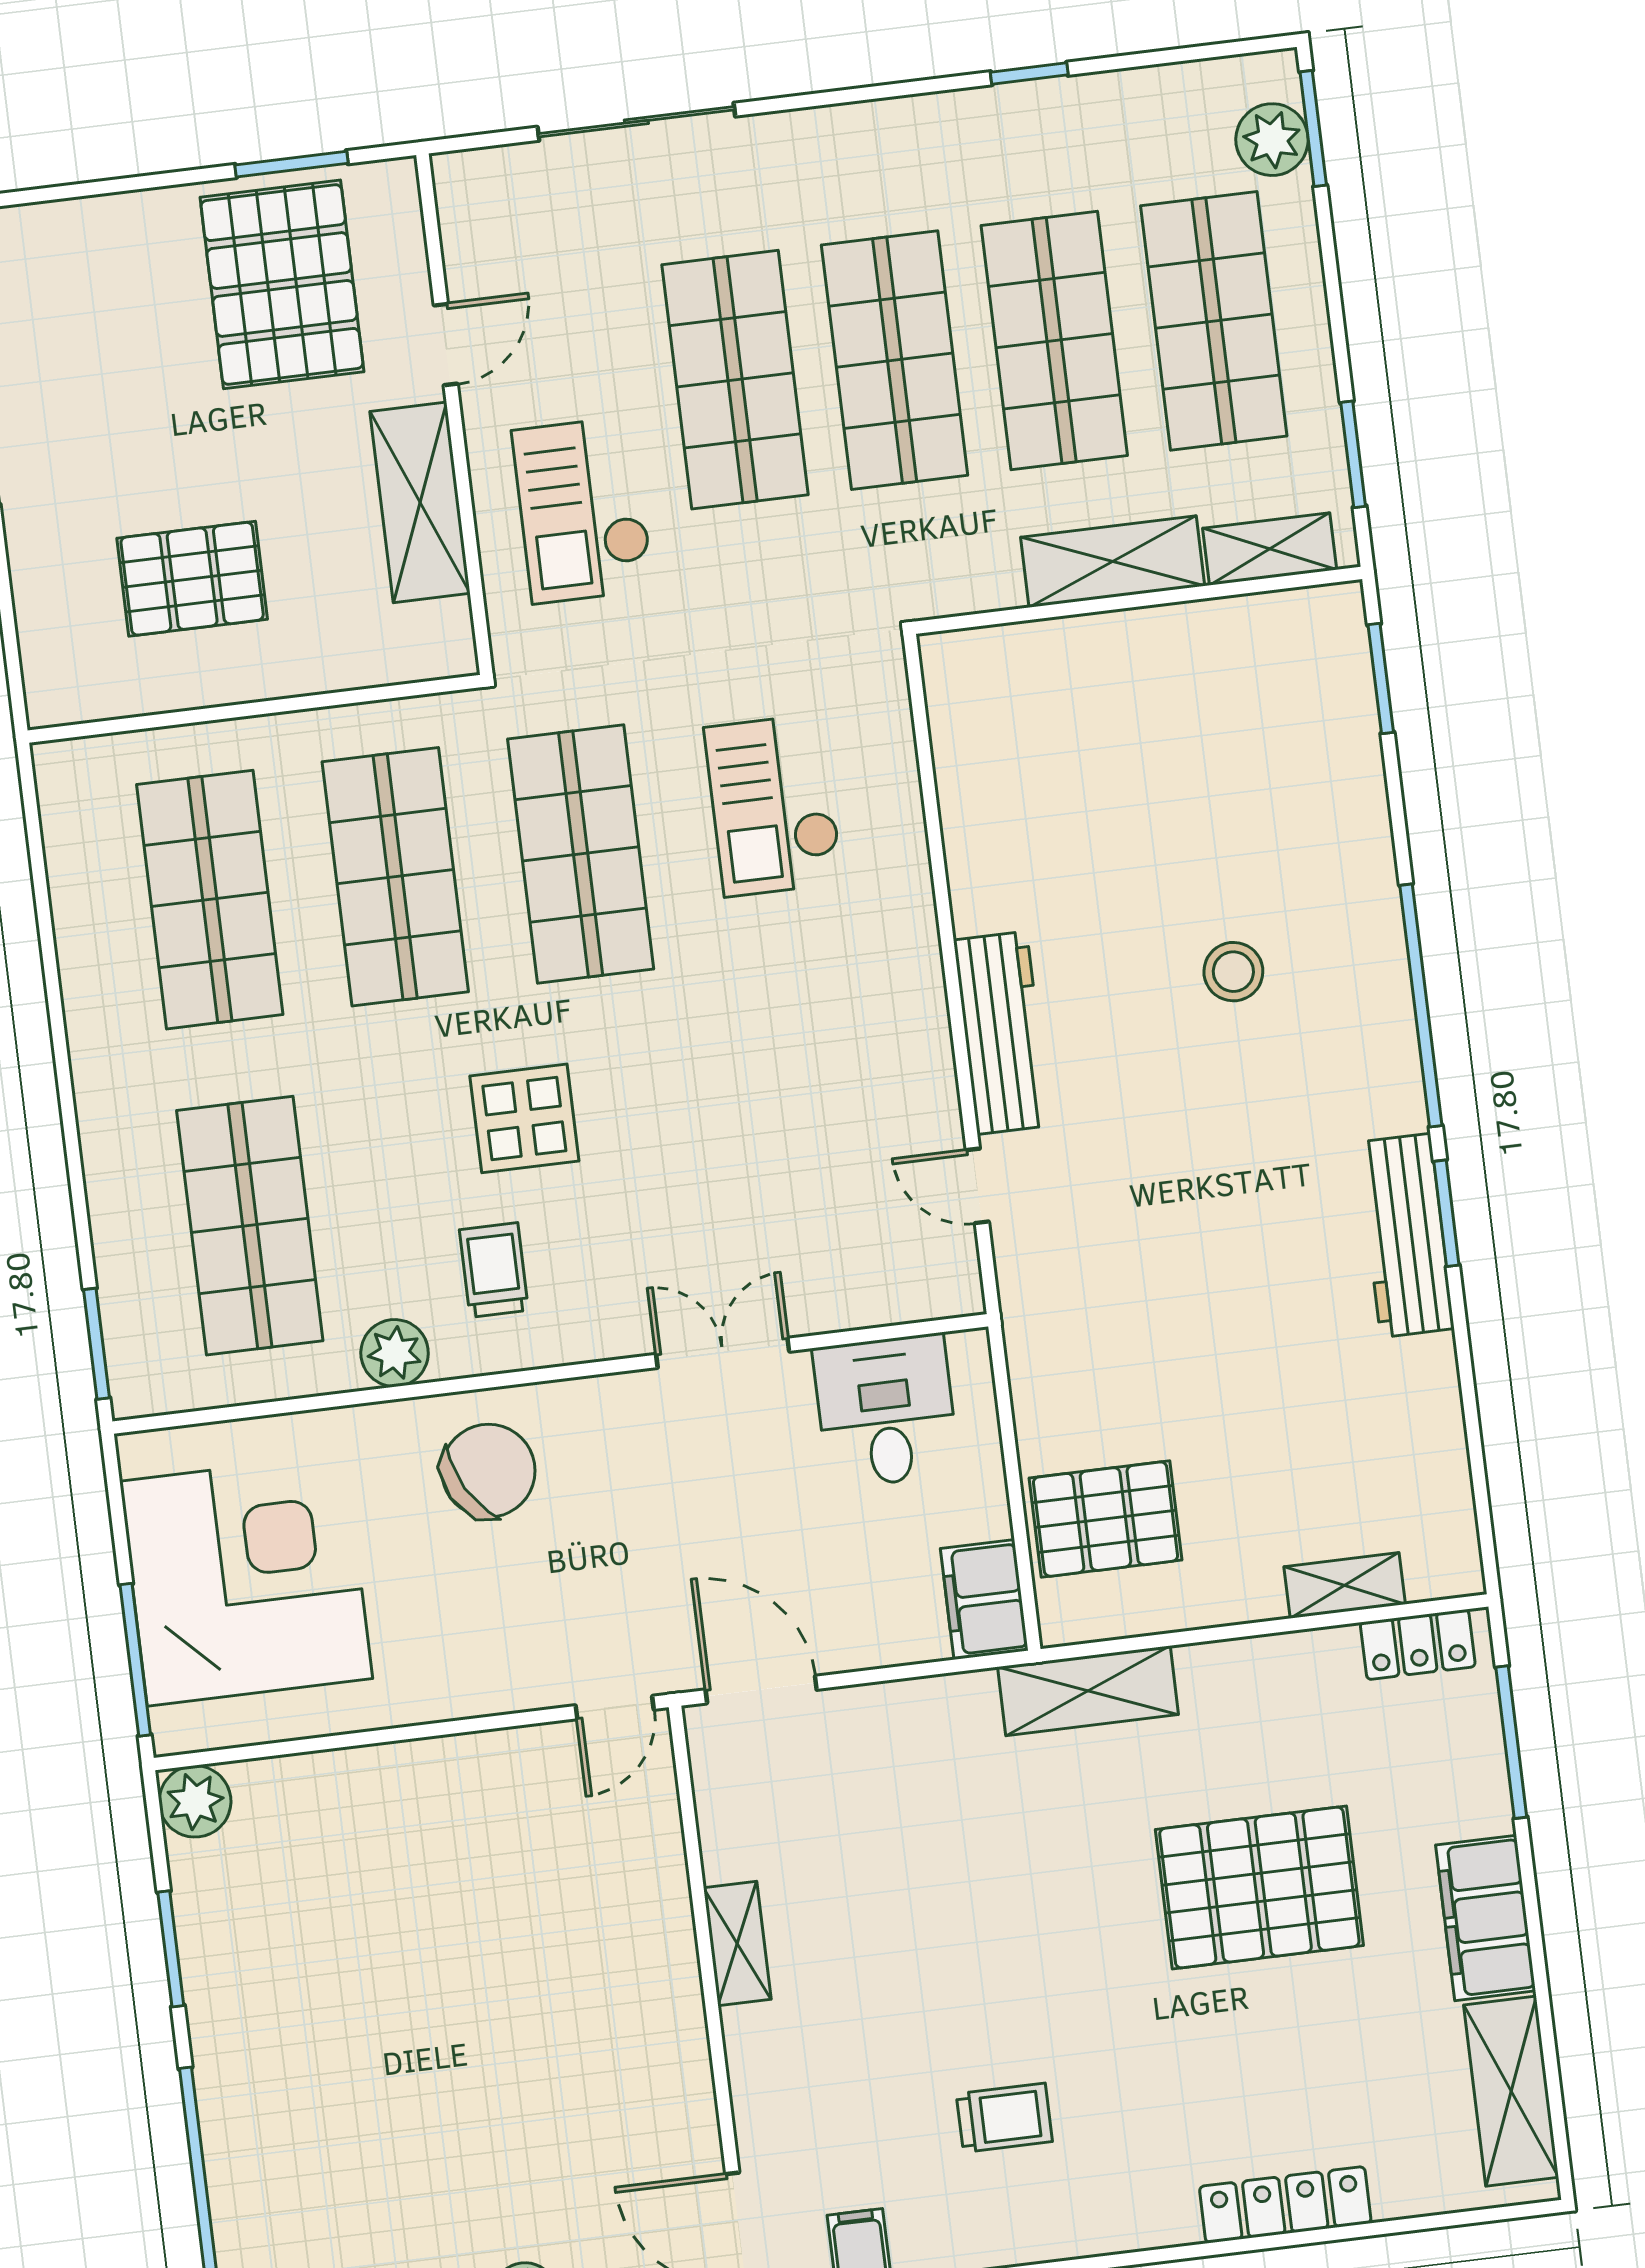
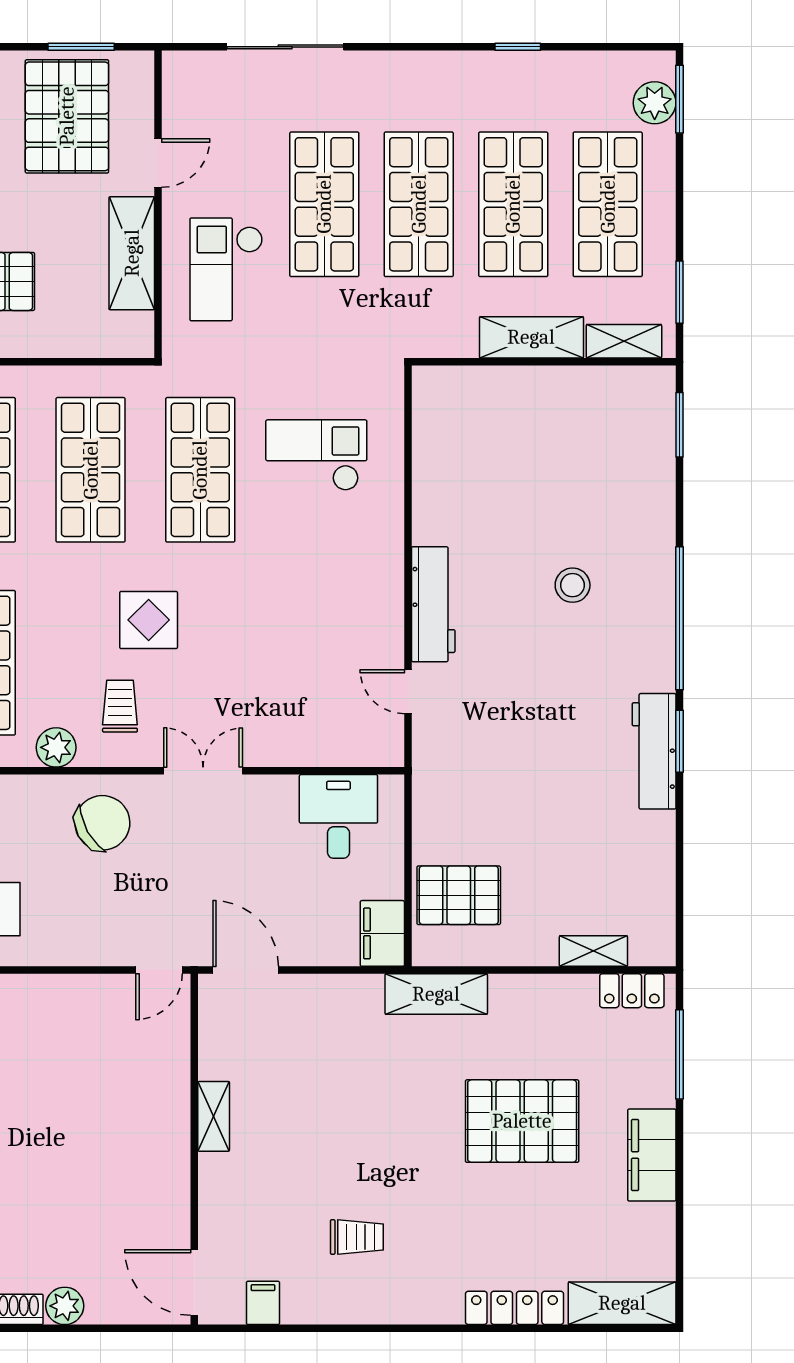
checkout: (774, 805) -> (316, 455), turned 90
double door: (723, 1353) -> (203, 771), moved
shelving: (1511, 2091) -> (622, 1303), moved, turned 90

